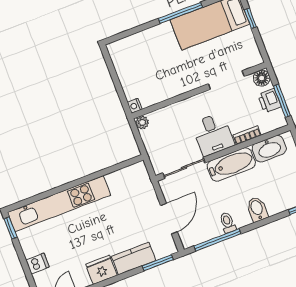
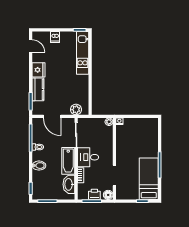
plant: (143, 184) -> (76, 110), added
kitchen unit: (59, 204) -> (83, 53), width x0.73

